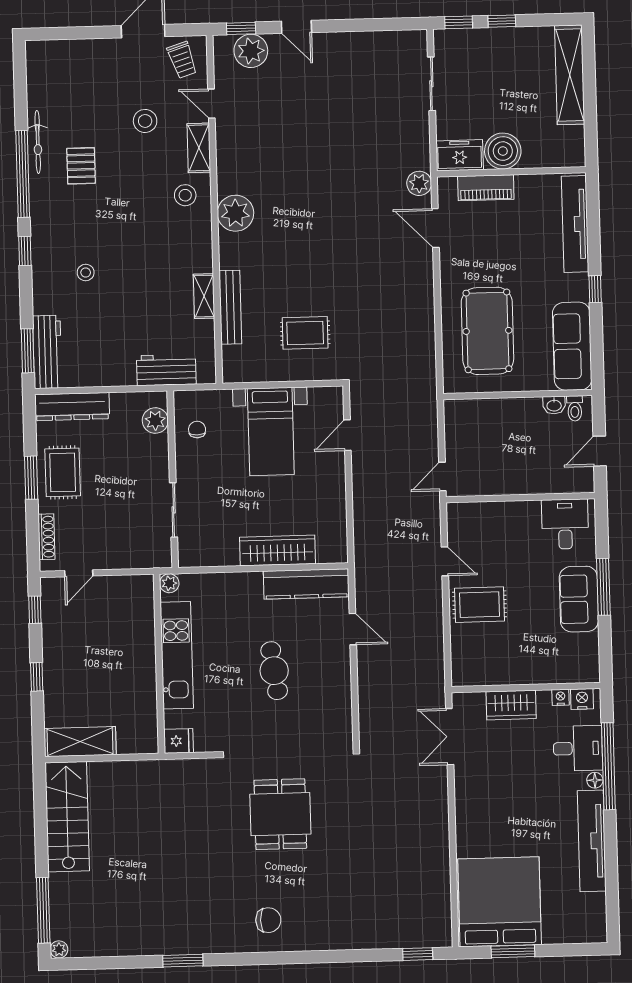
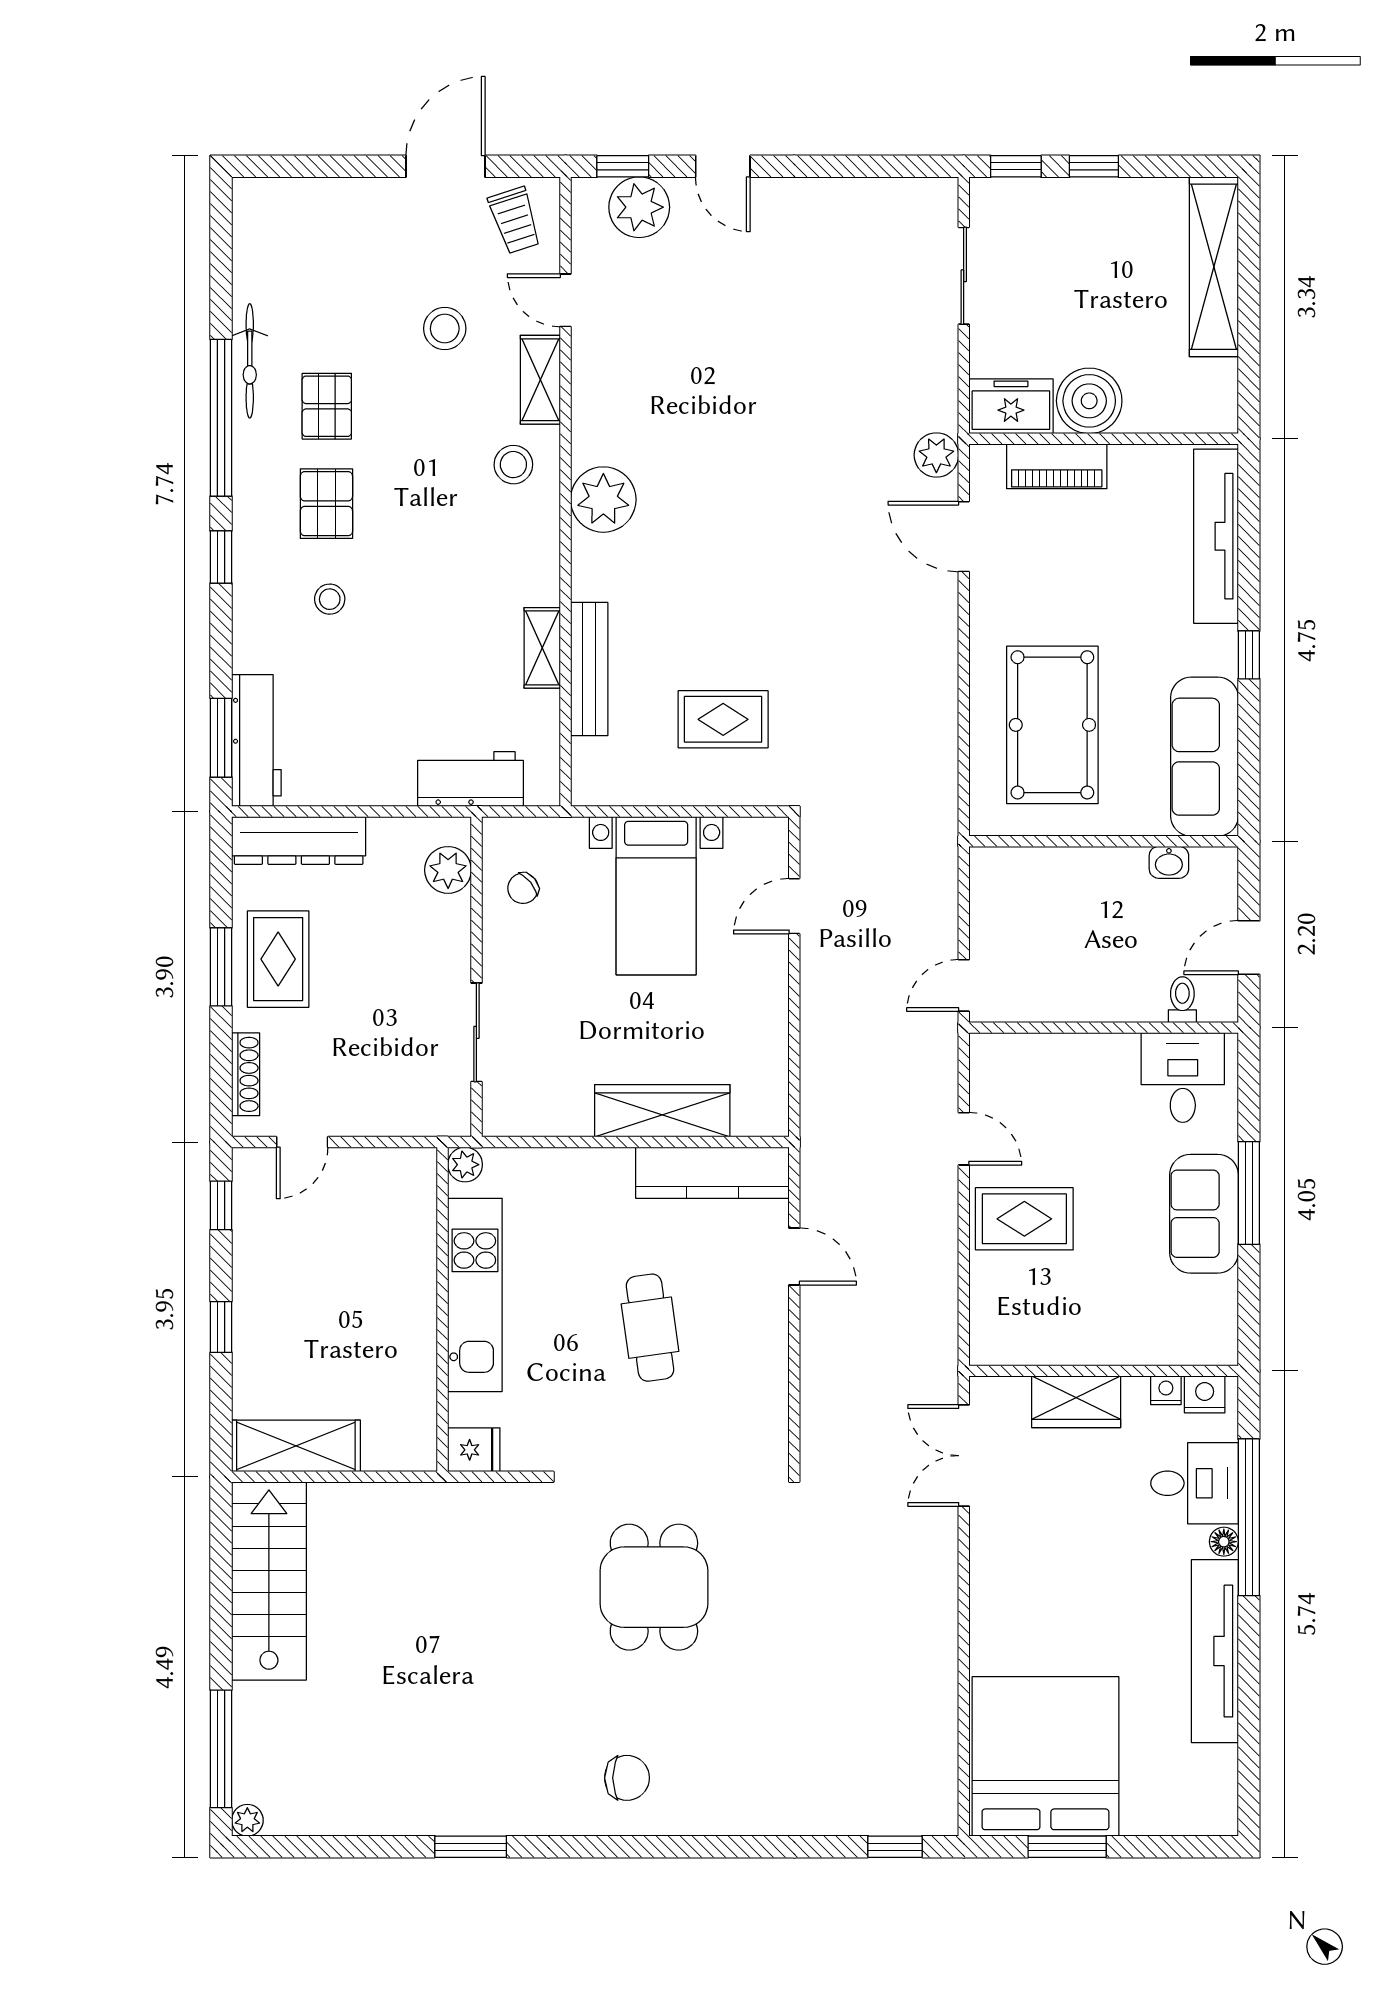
pallet: (82, 220) -> (326, 504), added
toilet: (575, 408) -> (1182, 1000), moved, turned 180
chair: (197, 430) -> (523, 888), turned -129

